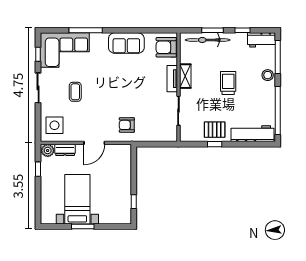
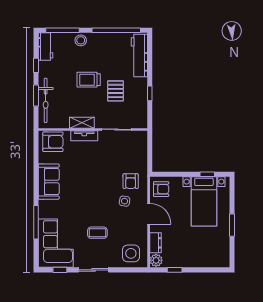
armchair: (166, 47) -> (53, 142), turned -90
side table: (107, 119) -> (125, 201), added
pallet: (215, 130) -> (116, 91), moved
armchair: (119, 155) -> (161, 189), added
bed with nightstands: (77, 199) -> (204, 201), moved, turned -90

